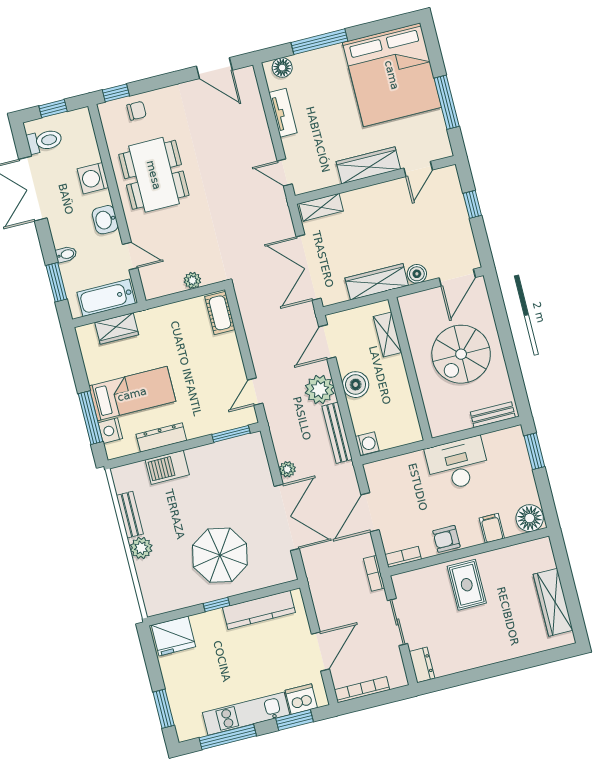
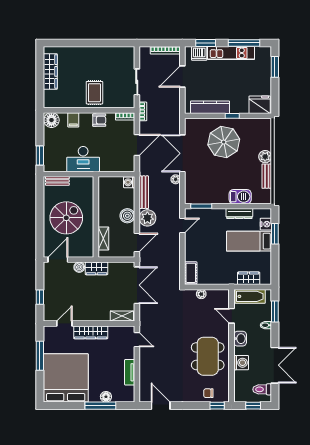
floor lamp: (282, 68) -> (106, 397), moved
wardrobe: (377, 282) -> (96, 268), width x0.67
window: (90, 418) -> (275, 234), width x0.69
dresser: (422, 665) -> (129, 55), removed

